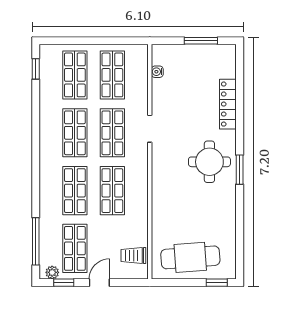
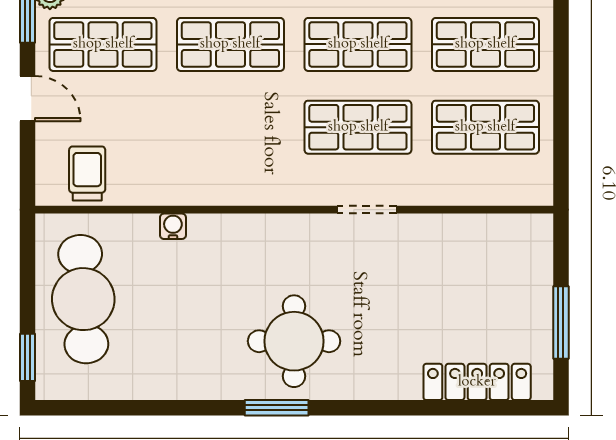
water cooler: (157, 72) -> (173, 226), moved
locker: (228, 104) -> (477, 382), moved
shop shelf: (112, 191) -> (230, 127), removed

